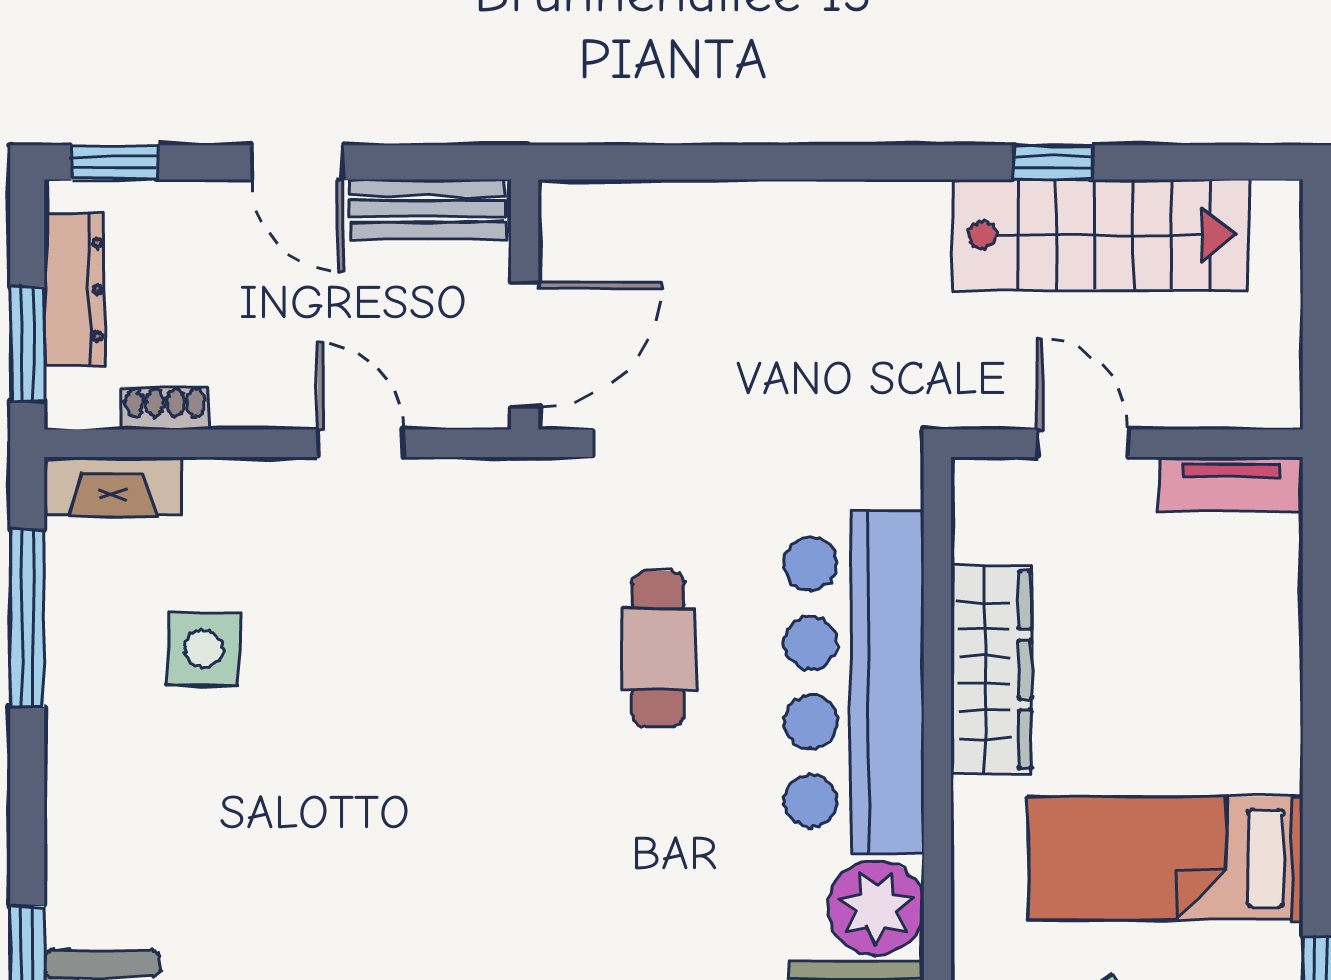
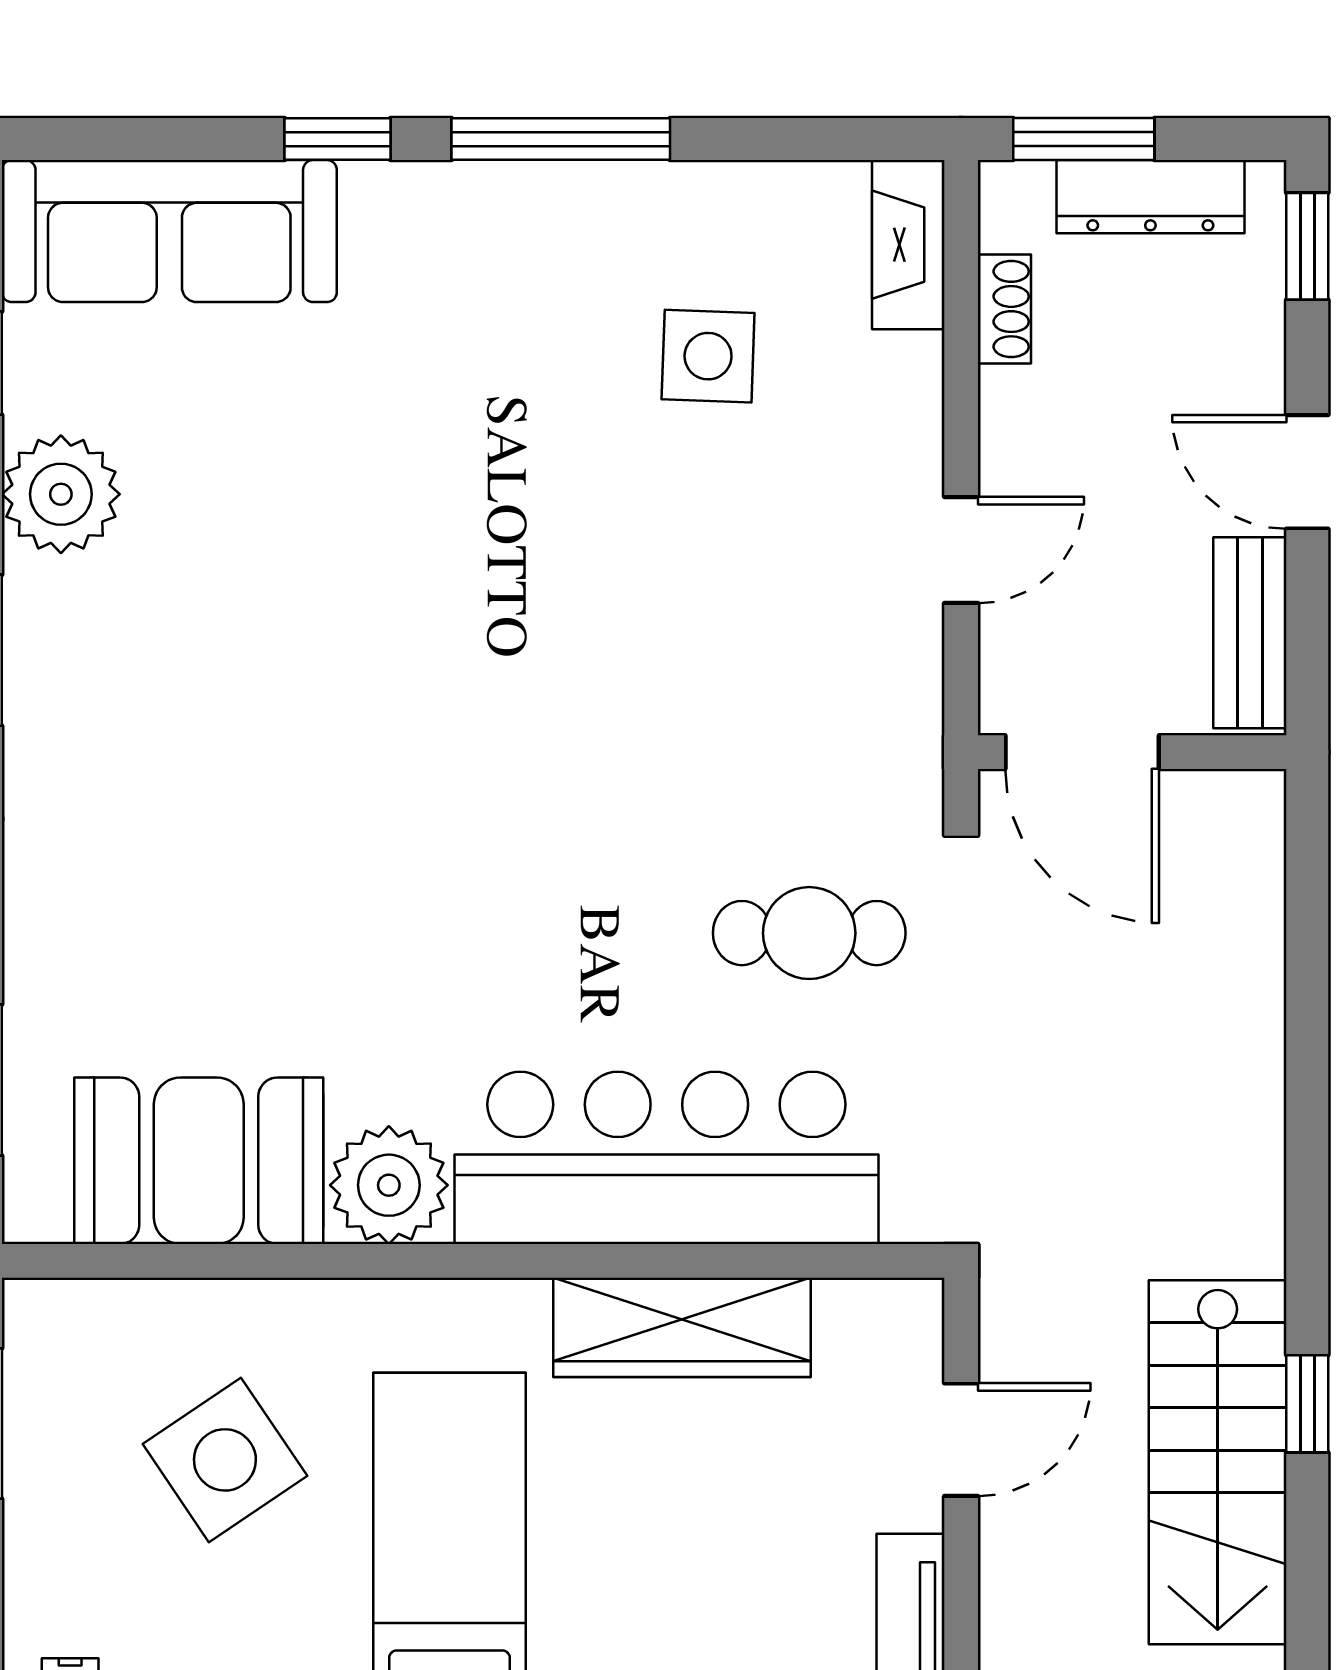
door: (297, 162) -> (1307, 472), hinge flipped
window: (27, 618) -> (561, 139), moved
cafe table: (658, 649) -> (809, 933), moved

